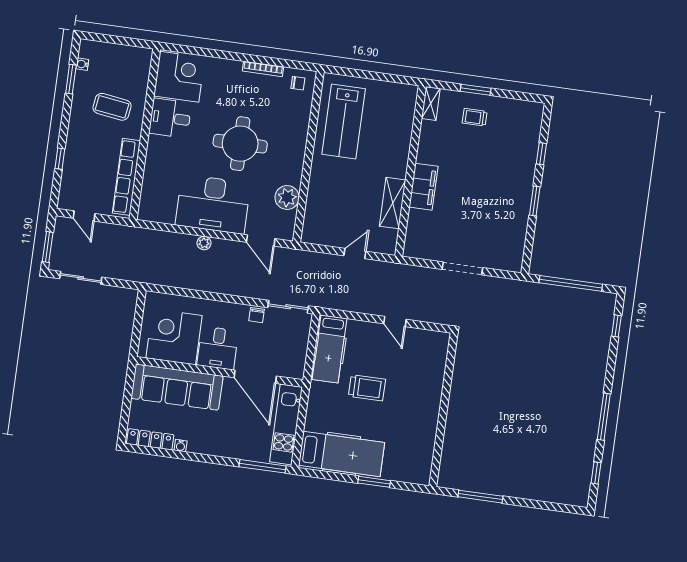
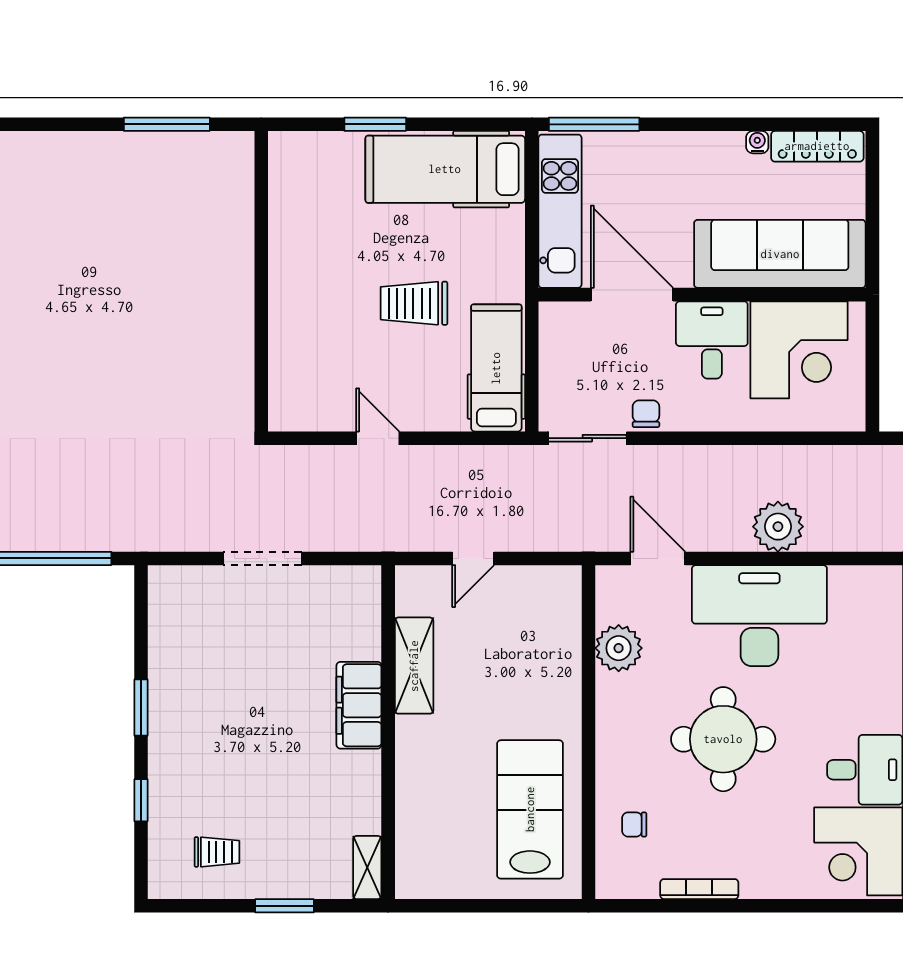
chair: (298, 83) -> (634, 824), moved
trolley: (475, 117) -> (217, 852), moved
plant: (204, 243) -> (778, 527), width x1.88, depth x1.88

